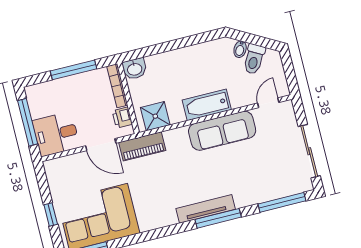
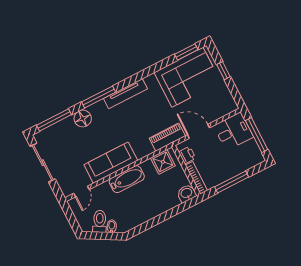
floor lamp: (245, 196) -> (83, 118), added
tv unit: (206, 209) -> (125, 94), moved

